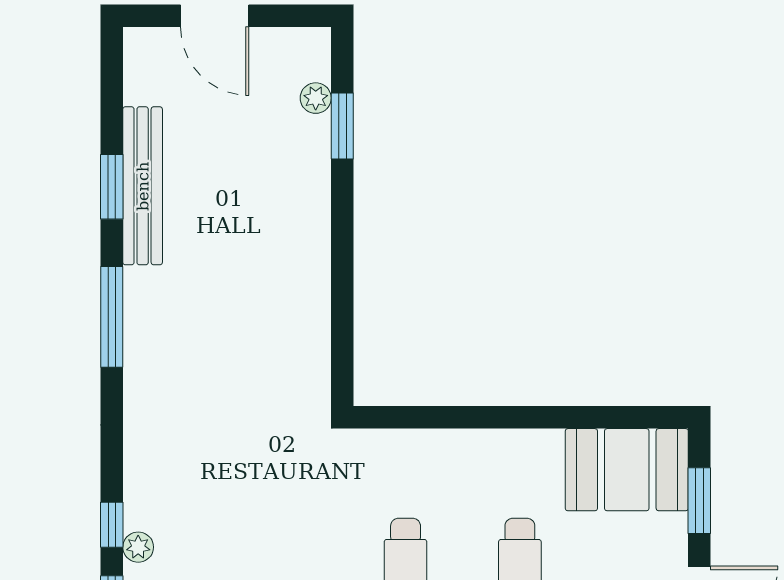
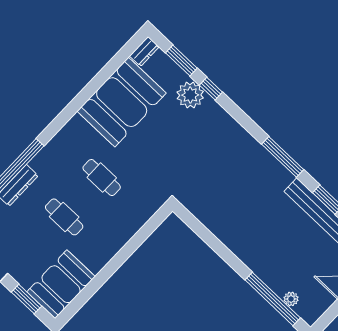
window: (342, 126) -> (273, 299), width x2.11
plant: (138, 547) -> (190, 95), width x1.88, depth x1.88

